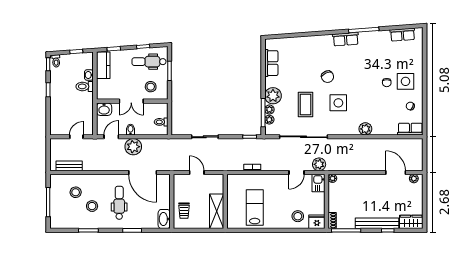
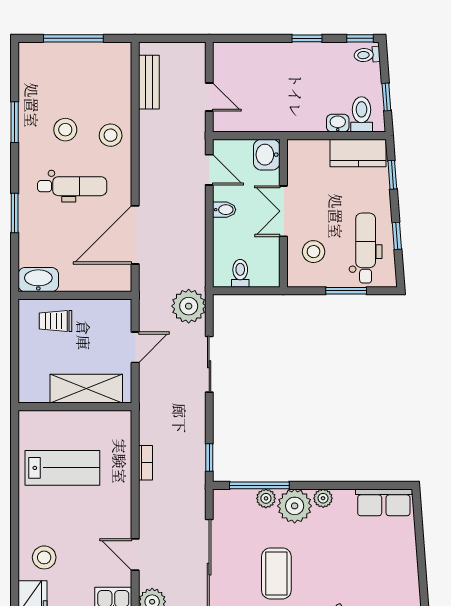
row of seats: (271, 63) -> (384, 502), moved
toilet: (85, 86) -> (362, 114), moved
coffee table: (305, 105) -> (276, 573), turned 90
plant: (269, 120) -> (323, 498), moved
plant: (133, 147) -> (189, 306), moved
stool: (76, 192) -> (111, 135), moved
shelving: (217, 211) -> (86, 389), moved

